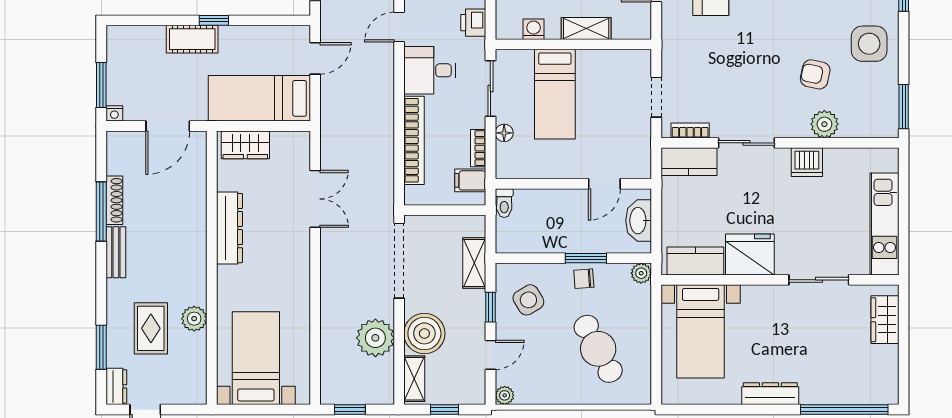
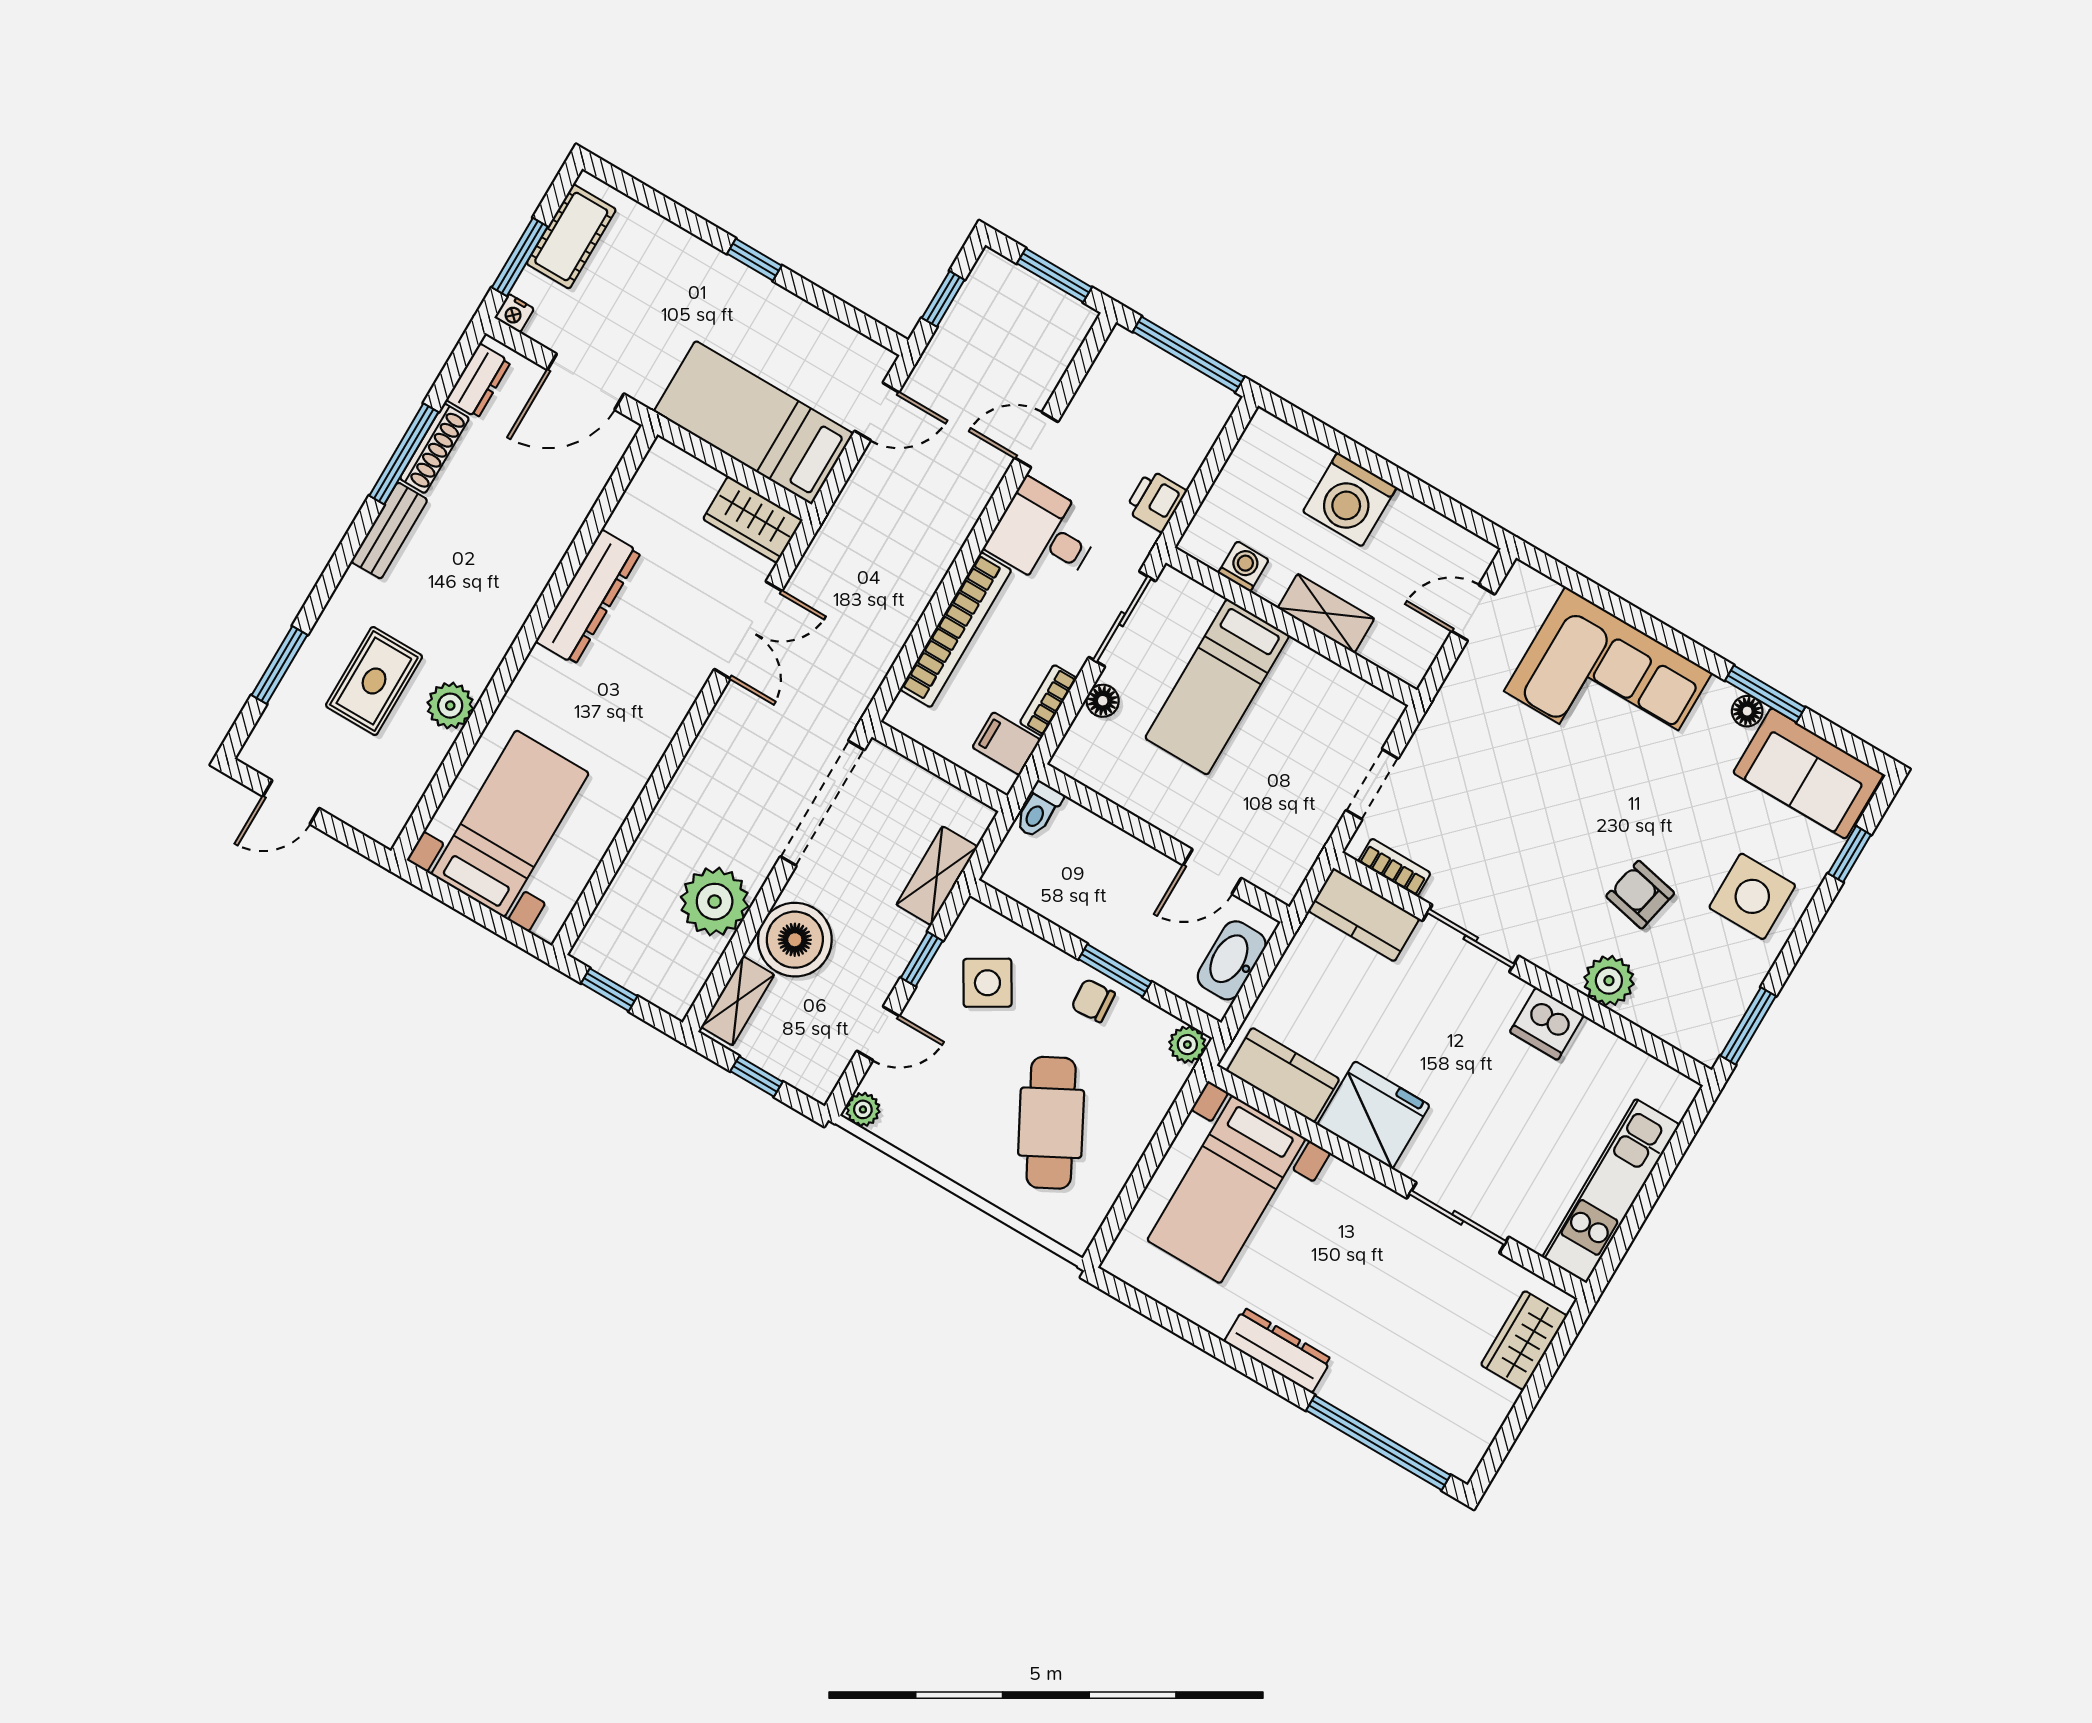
cot: (192, 39) -> (571, 236), moved, turned 90
wardrobe: (245, 145) -> (753, 520), moved
dresser: (116, 386) -> (479, 381), moved

